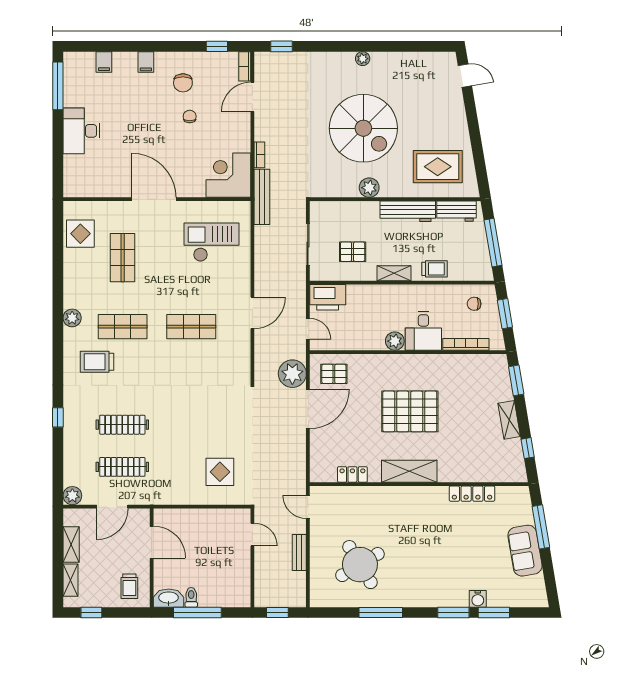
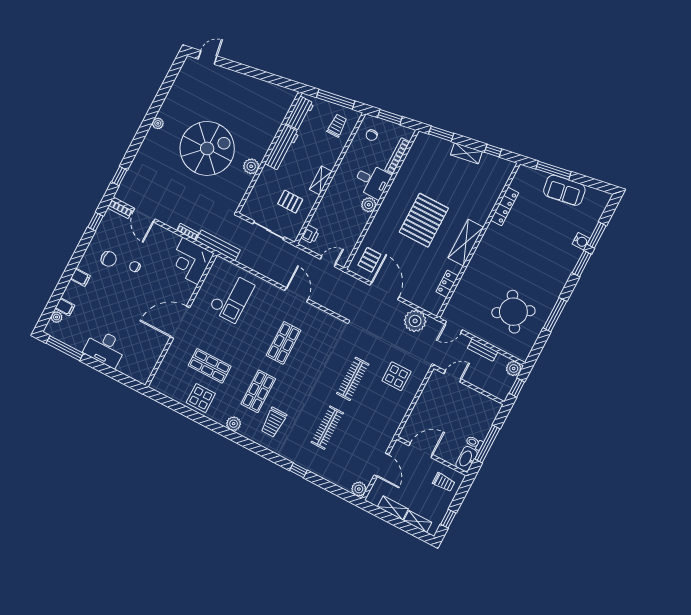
plant: (88, 59) -> (57, 317), added
rug: (438, 167) -> (262, 110), removed
display table: (80, 234) -> (201, 398), moved
checkout: (211, 242) -> (232, 298), turned 180
pallet: (353, 252) -> (290, 202), turned 90
trolley: (435, 269) -> (337, 126), moved
printer: (328, 297) -> (310, 234), width x0.53, depth x0.68
plant: (292, 374) -> (415, 321), moved
clothes rail: (122, 467) -> (353, 379), moved
plant: (297, 598) -> (514, 368), added

